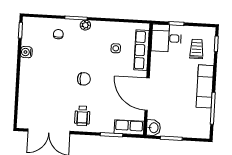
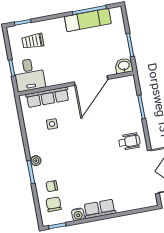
chair: (84, 79) -> (54, 204), moved
exam couch: (205, 86) -> (88, 20), moved
row of seats: (129, 127) -> (100, 209), moved, turned 90

